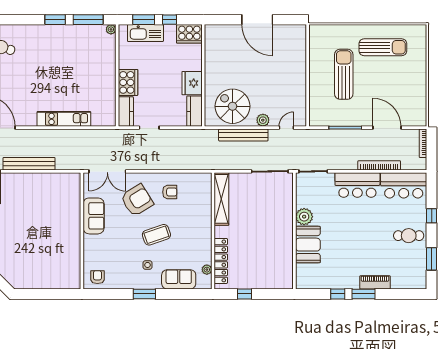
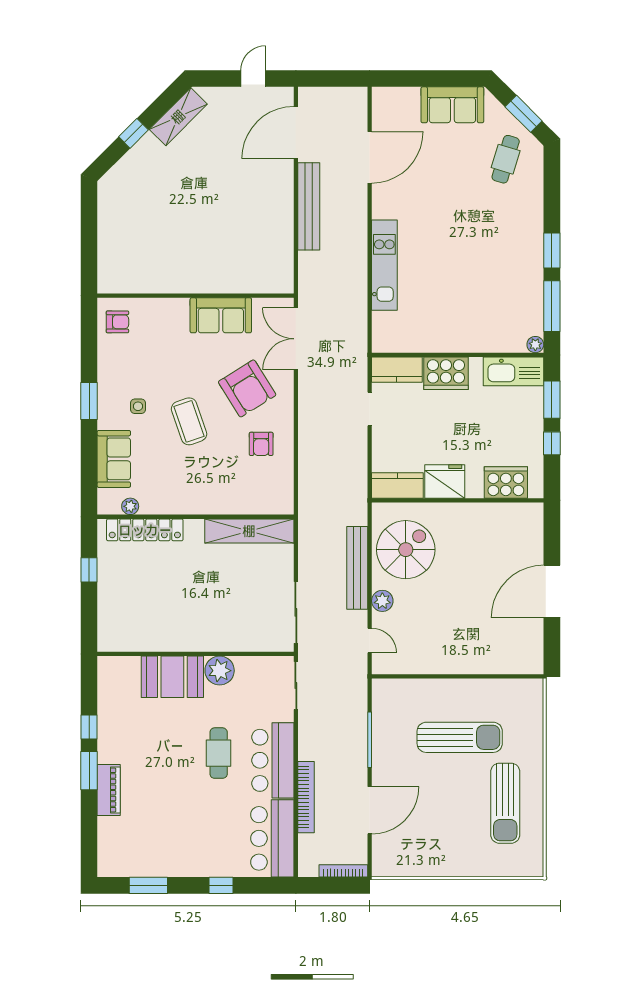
kitchen sink: (145, 33) -> (513, 371), moved, turned -90
cooker: (189, 34) -> (506, 482), moved, turned 90
cafe table: (409, 236) -> (219, 753), moved

